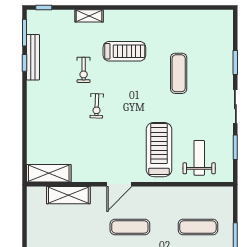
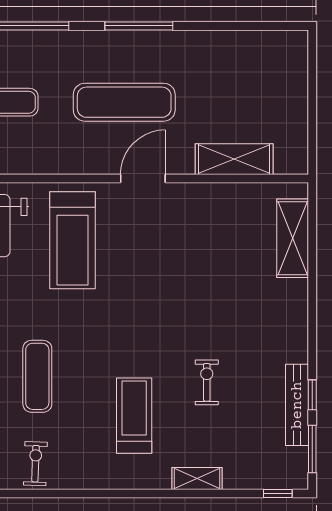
treadmill: (124, 51) -> (134, 416), turned 90
exercise bike: (97, 106) -> (35, 464), moved
shelving: (49, 173) -> (293, 238), moved, turned 90
exercise mat: (130, 227) -> (124, 102), width x1.36, depth x1.45

